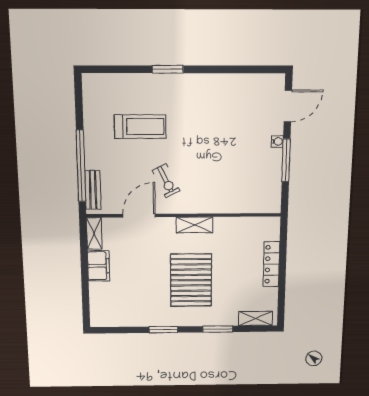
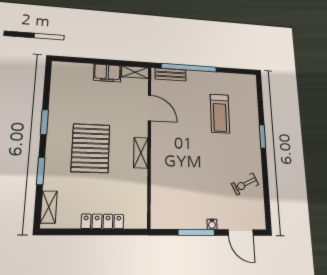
exercise bike: (166, 181) -> (245, 184), moved
pallet: (191, 280) -> (91, 148), turned 90

